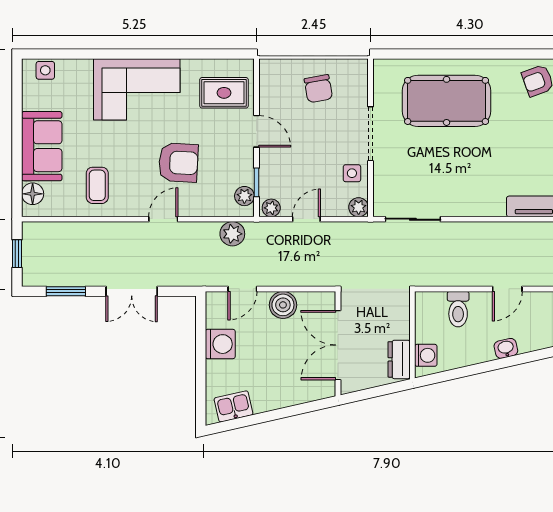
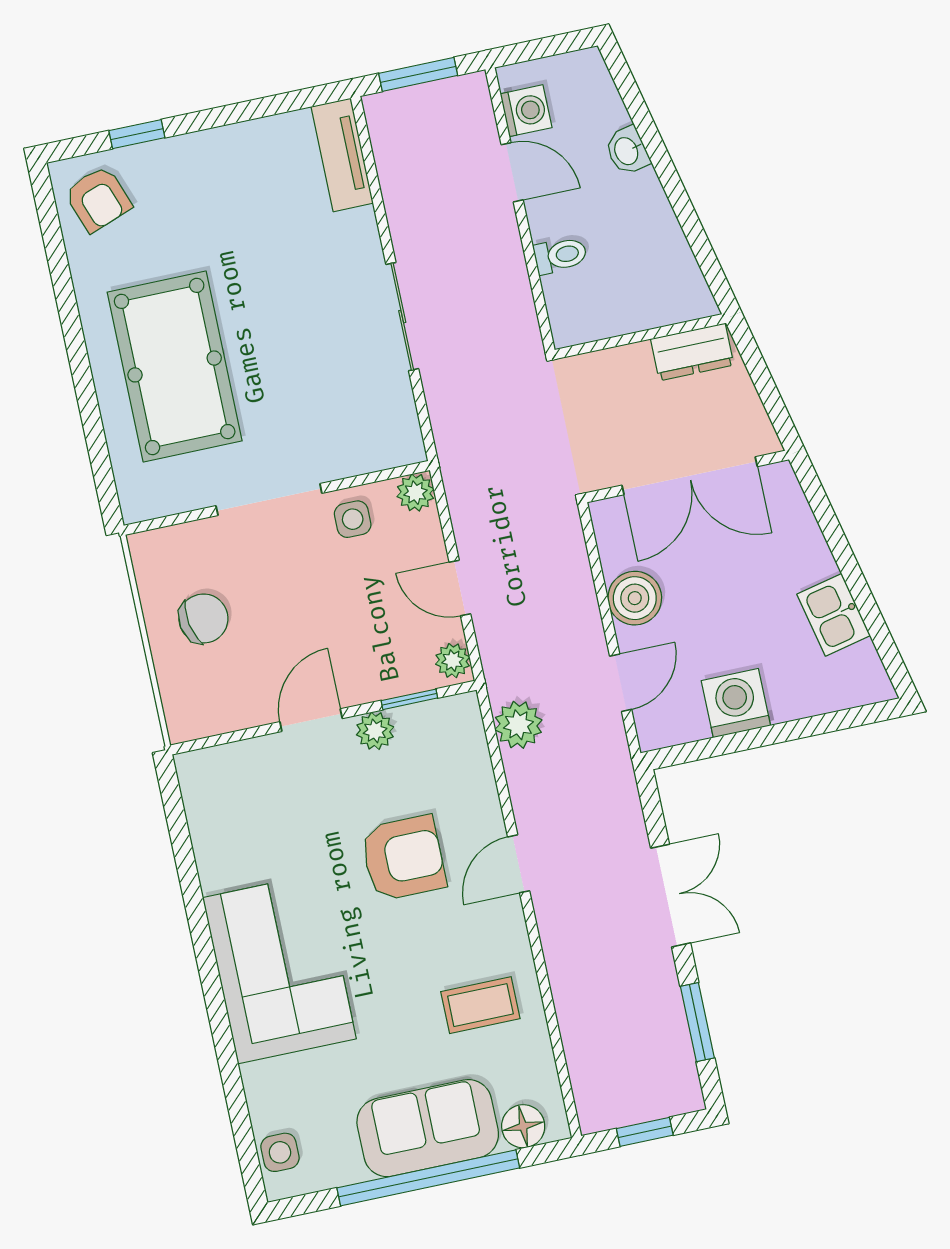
rug: (224, 93) -> (250, 799), removed
window: (17, 141) -> (428, 1178), added
armchair: (178, 163) -> (403, 858), turned 87
plant: (244, 196) -> (375, 731), moved
door: (163, 219) -> (519, 864), hinge flipped
sliding door: (413, 219) -> (402, 317), moved
door: (242, 289) -> (621, 683), hinge flipped
toilet: (458, 309) -> (560, 255), width x0.73, depth x0.72
washing machine: (426, 355) -> (526, 111), moved, turned 90
kitchen sink: (233, 406) -> (834, 615), moved

